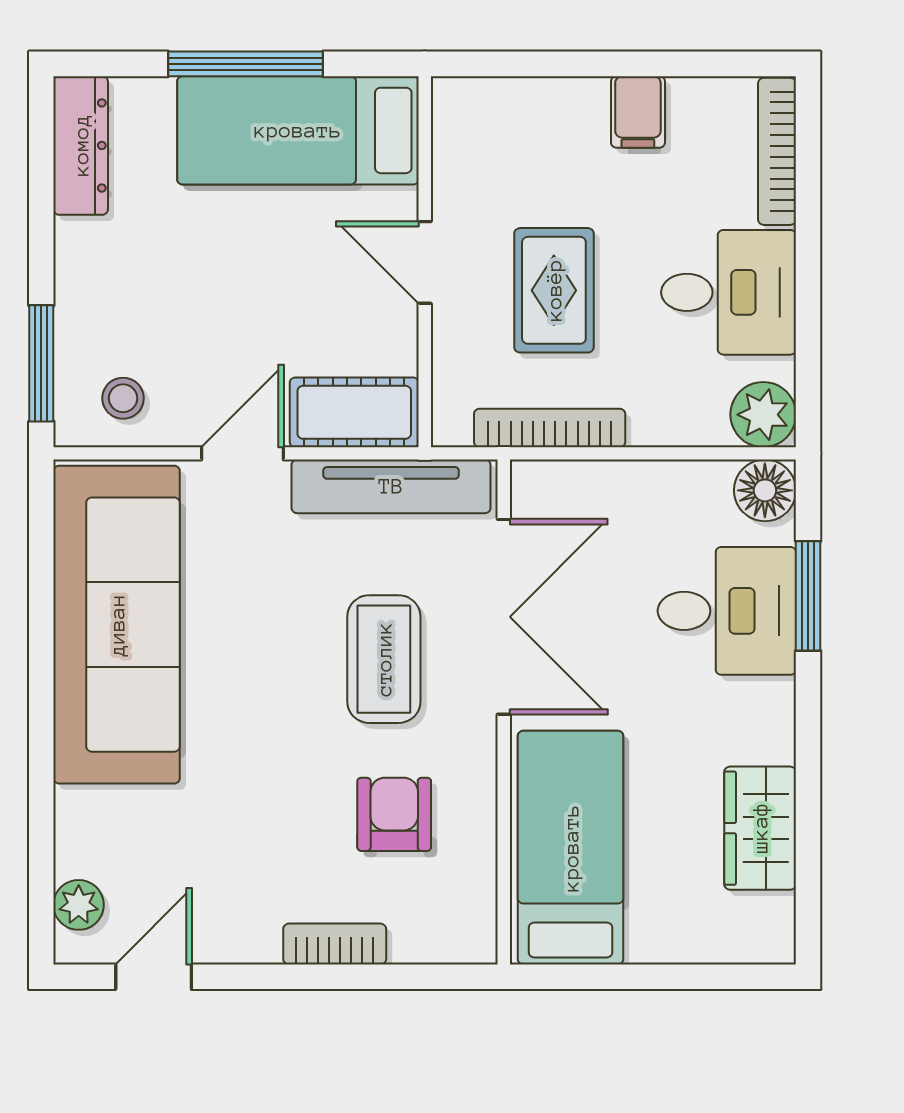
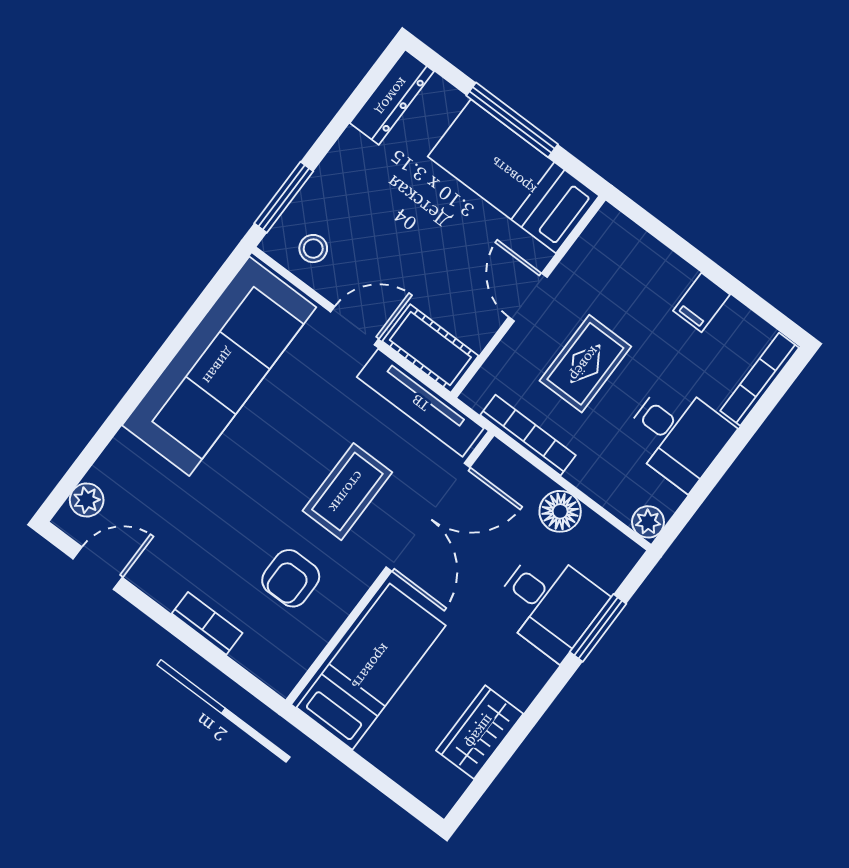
plant: (763, 415) -> (648, 522), width x0.73, depth x0.73
floor lamp: (765, 490) -> (560, 511), moved
armchair: (394, 814) -> (291, 578), turned 180

